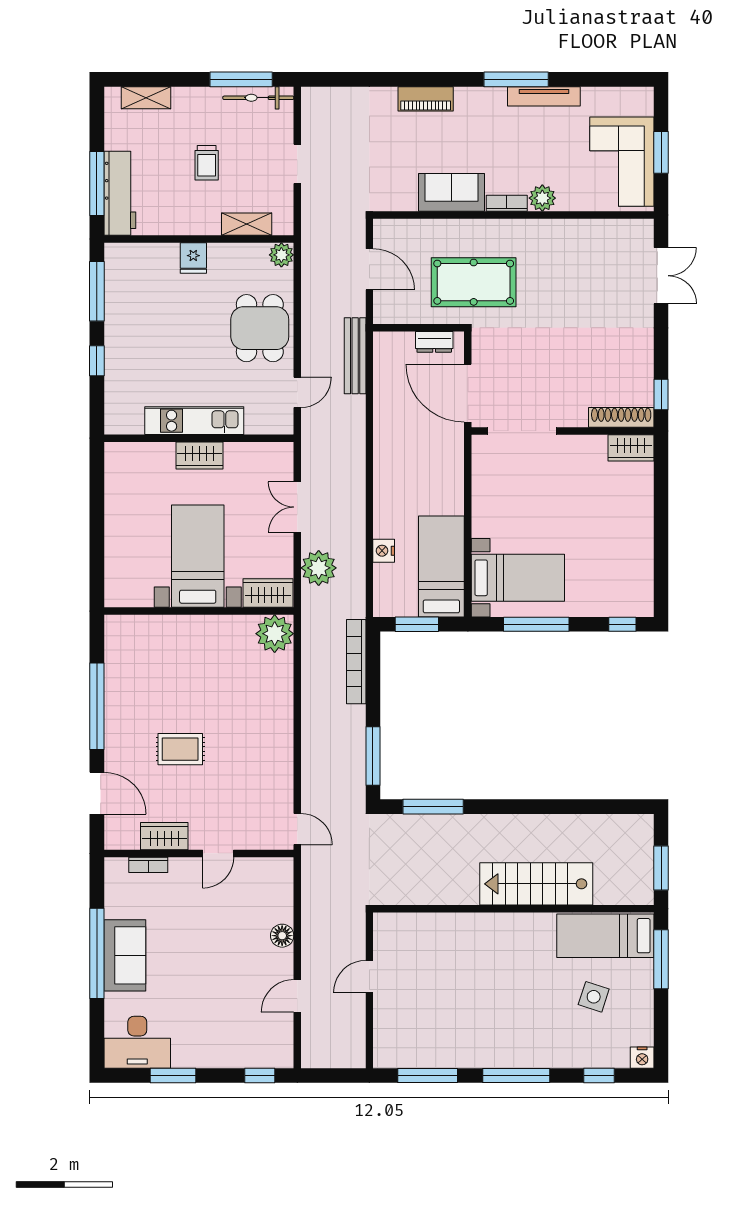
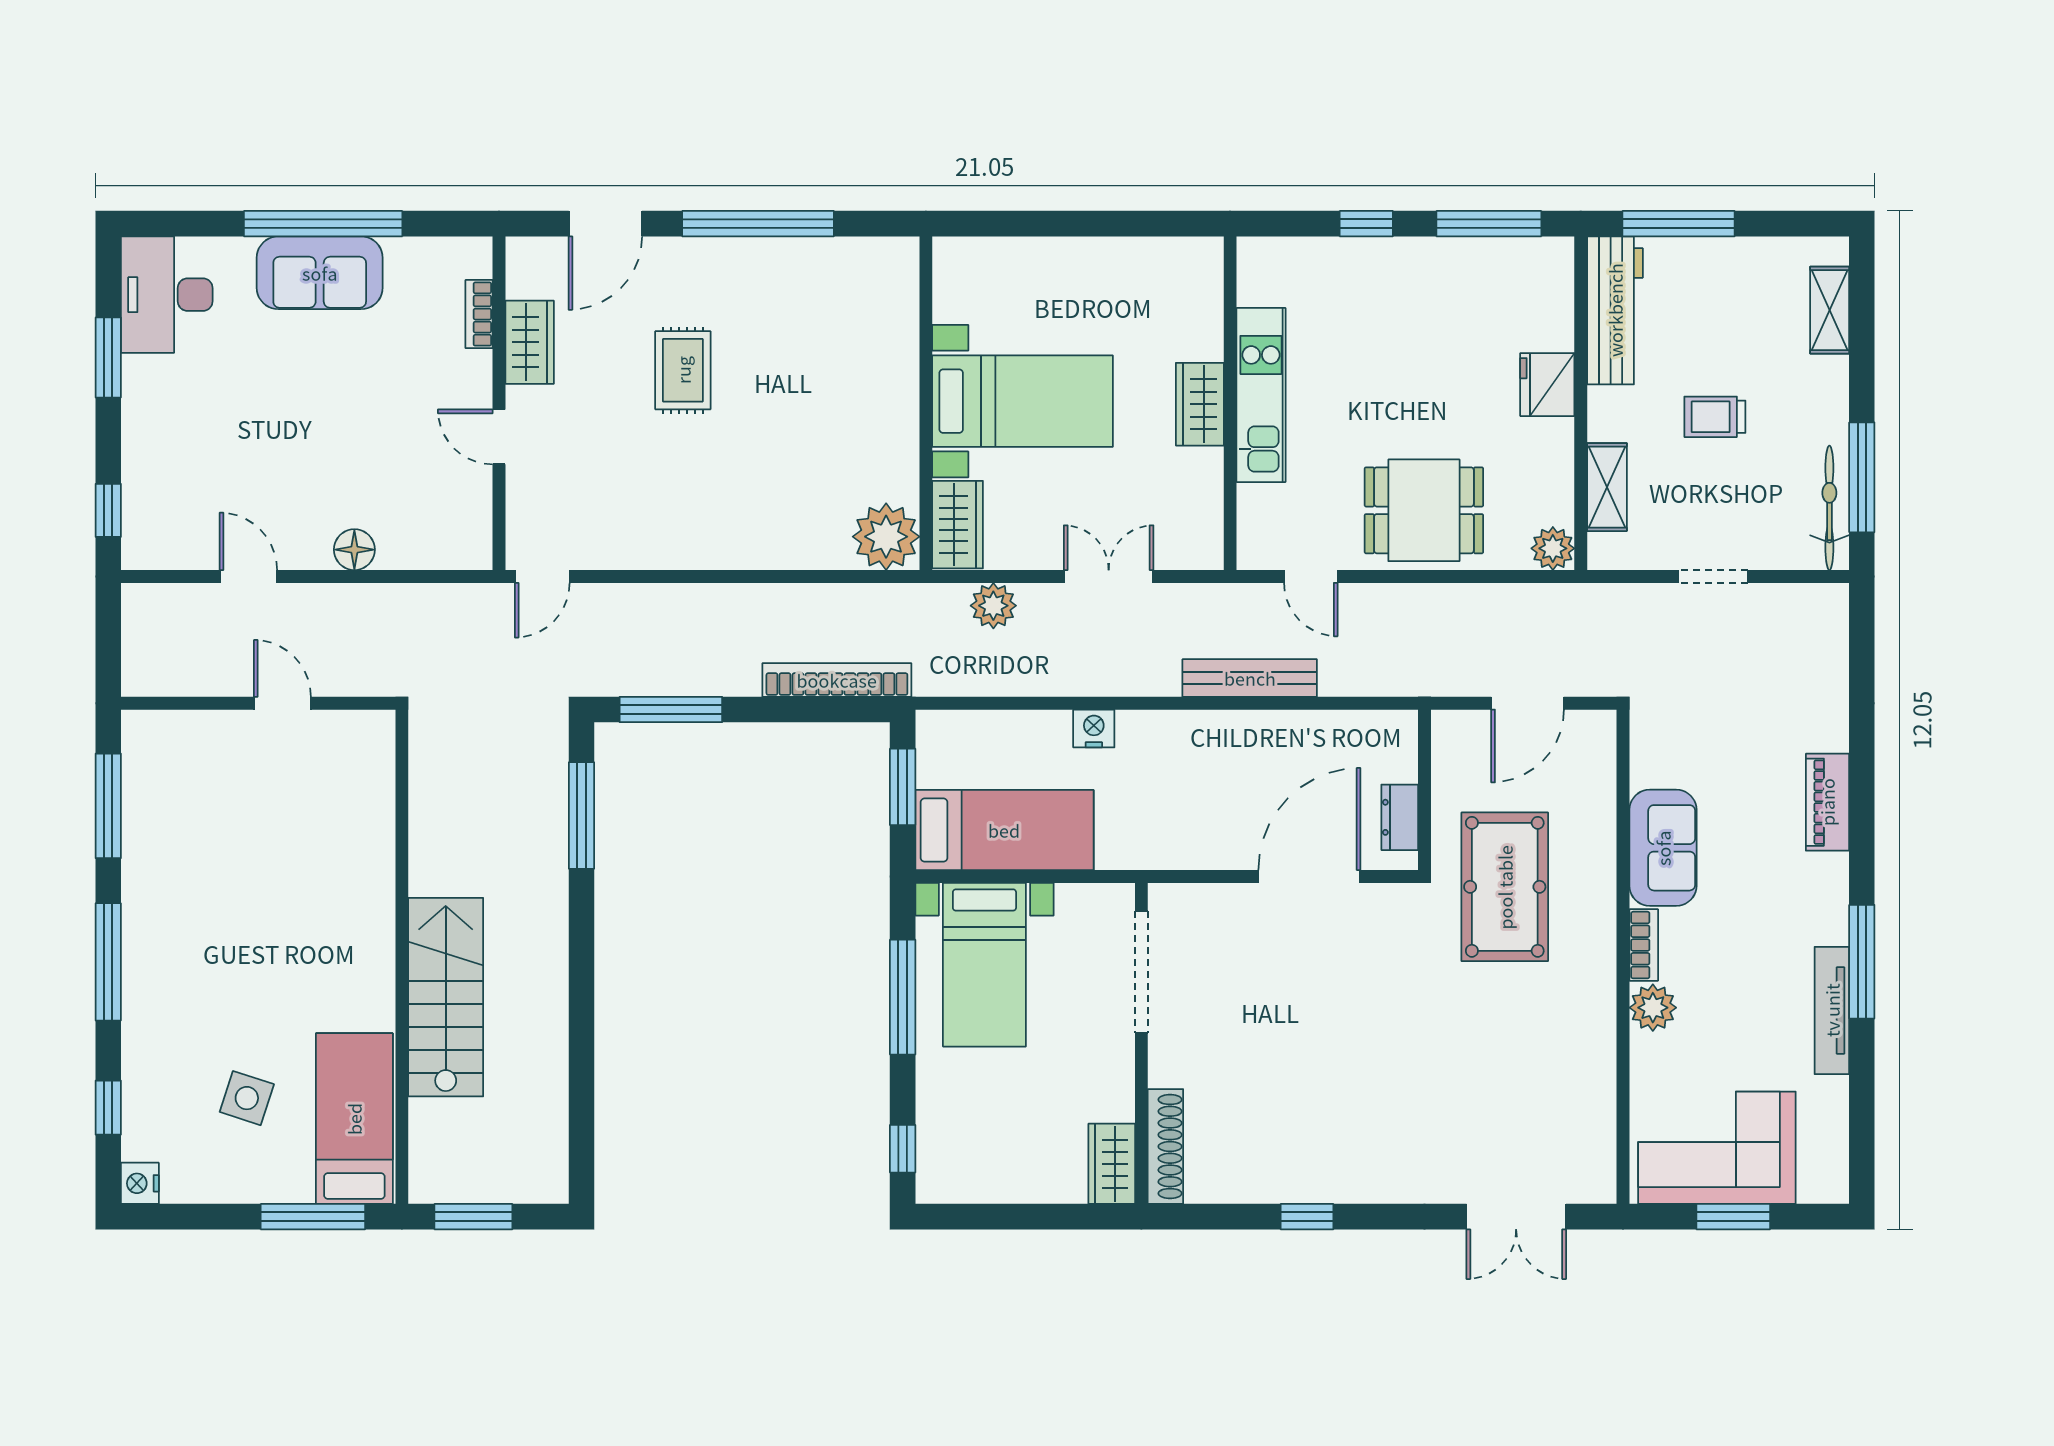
workbench: (120, 193) -> (1615, 310), moved, turned -90
fridge: (193, 258) -> (1547, 385), width x1.38
bench: (355, 356) -> (1250, 678), moved
shoe rack: (621, 417) -> (1165, 1147), moved
doorway: (522, 431) -> (1141, 972), moved
wall: (563, 431) -> (1141, 1043), moved
wardrobe: (631, 448) -> (1112, 1164), moved
nightstand: (384, 551) -> (1094, 729), moved
plant: (319, 568) -> (993, 606), width x0.73, depth x0.73

